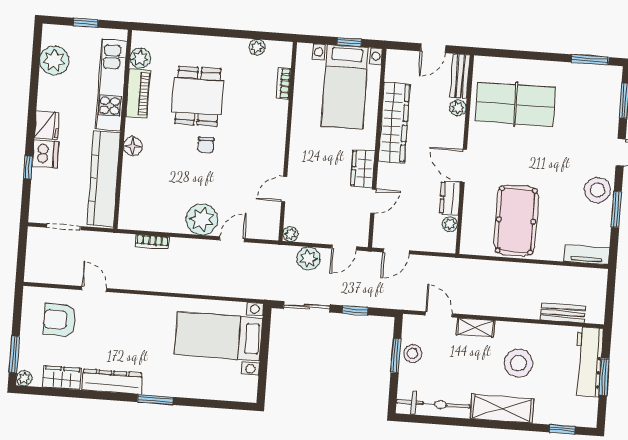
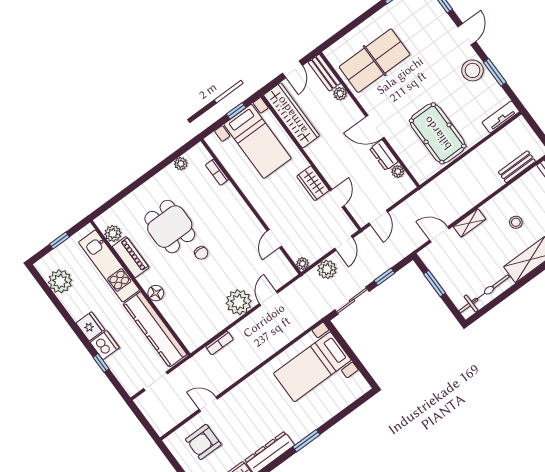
wardrobe: (394, 123) -> (292, 115), moved
stool: (413, 353) -> (444, 273), removed
stool: (518, 363) -> (516, 222), width x0.53, depth x0.53

